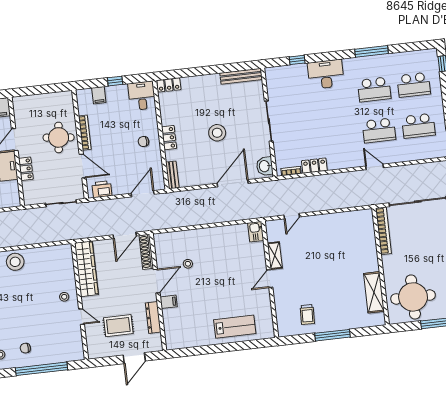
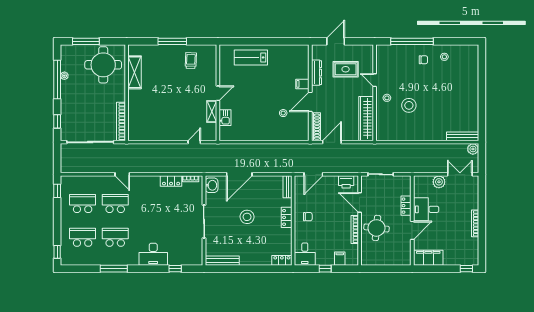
kitchen sink: (256, 232) -> (225, 118), moved
stool: (15, 262) -> (409, 105), moved

